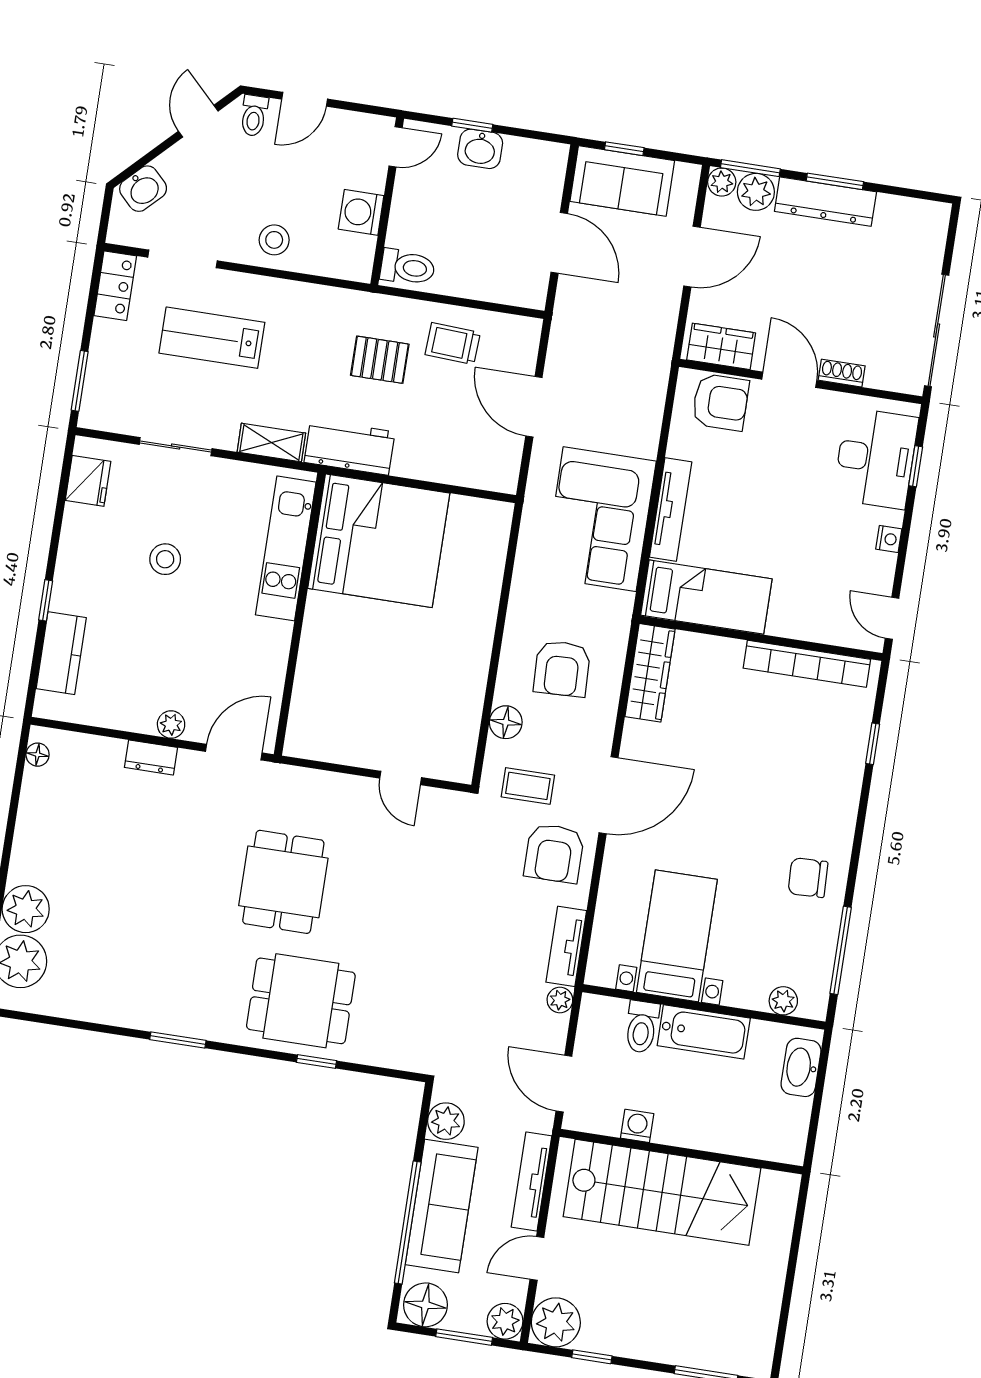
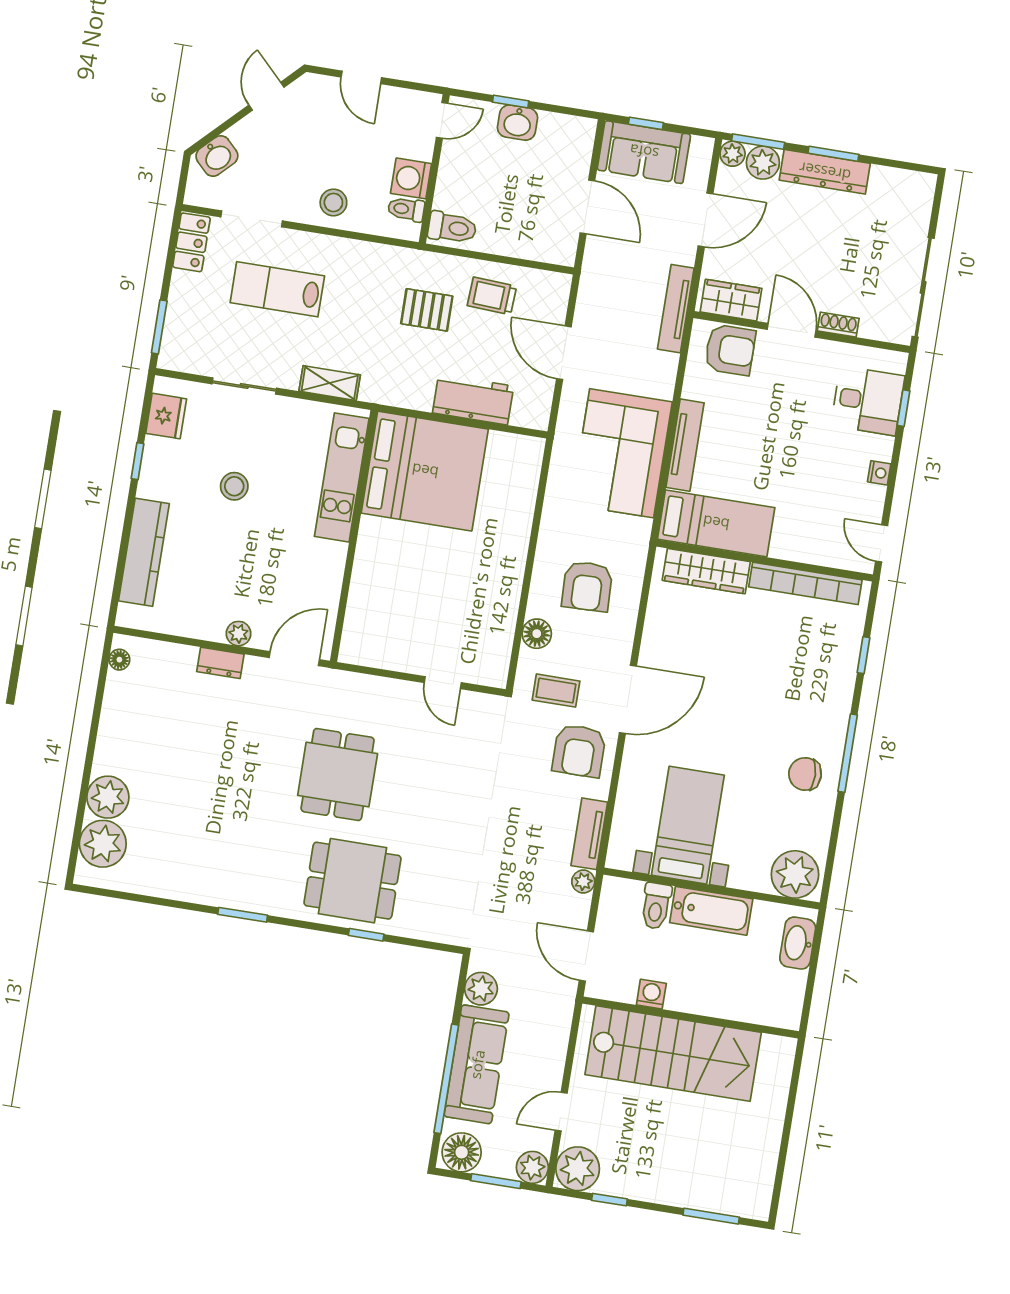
door: (305, 99) -> (361, 77), hinge flipped
toilet: (254, 116) -> (406, 209), moved, turned 90
workbench: (350, 447) -> (473, 399), moved
desk: (876, 458) -> (868, 401), width x0.73
window: (46, 600) -> (137, 461), moved
kitchen counter: (61, 653) -> (144, 552), width x1.50
wardrobe: (650, 673) -> (706, 571), moved, turned 90
window: (841, 950) -> (848, 753), moved
plant: (783, 1001) -> (795, 874), width x1.88, depth x1.88
tv unit: (532, 1182) -> (676, 309), moved

